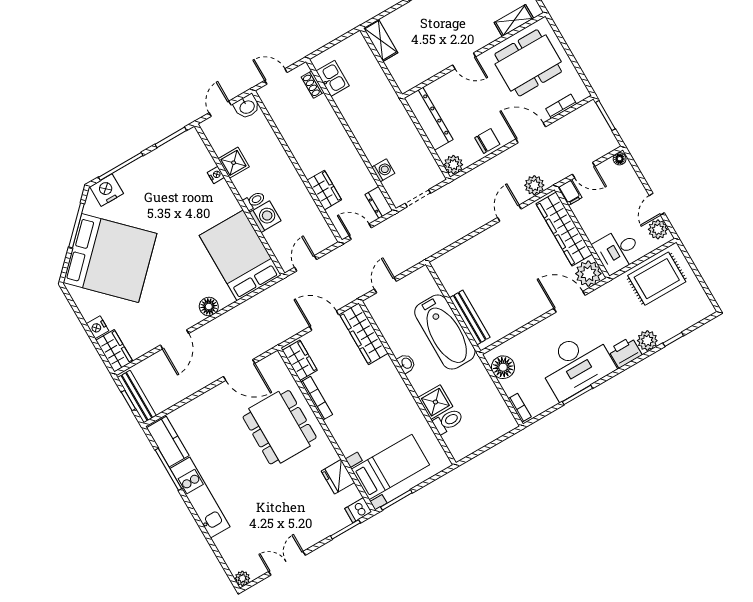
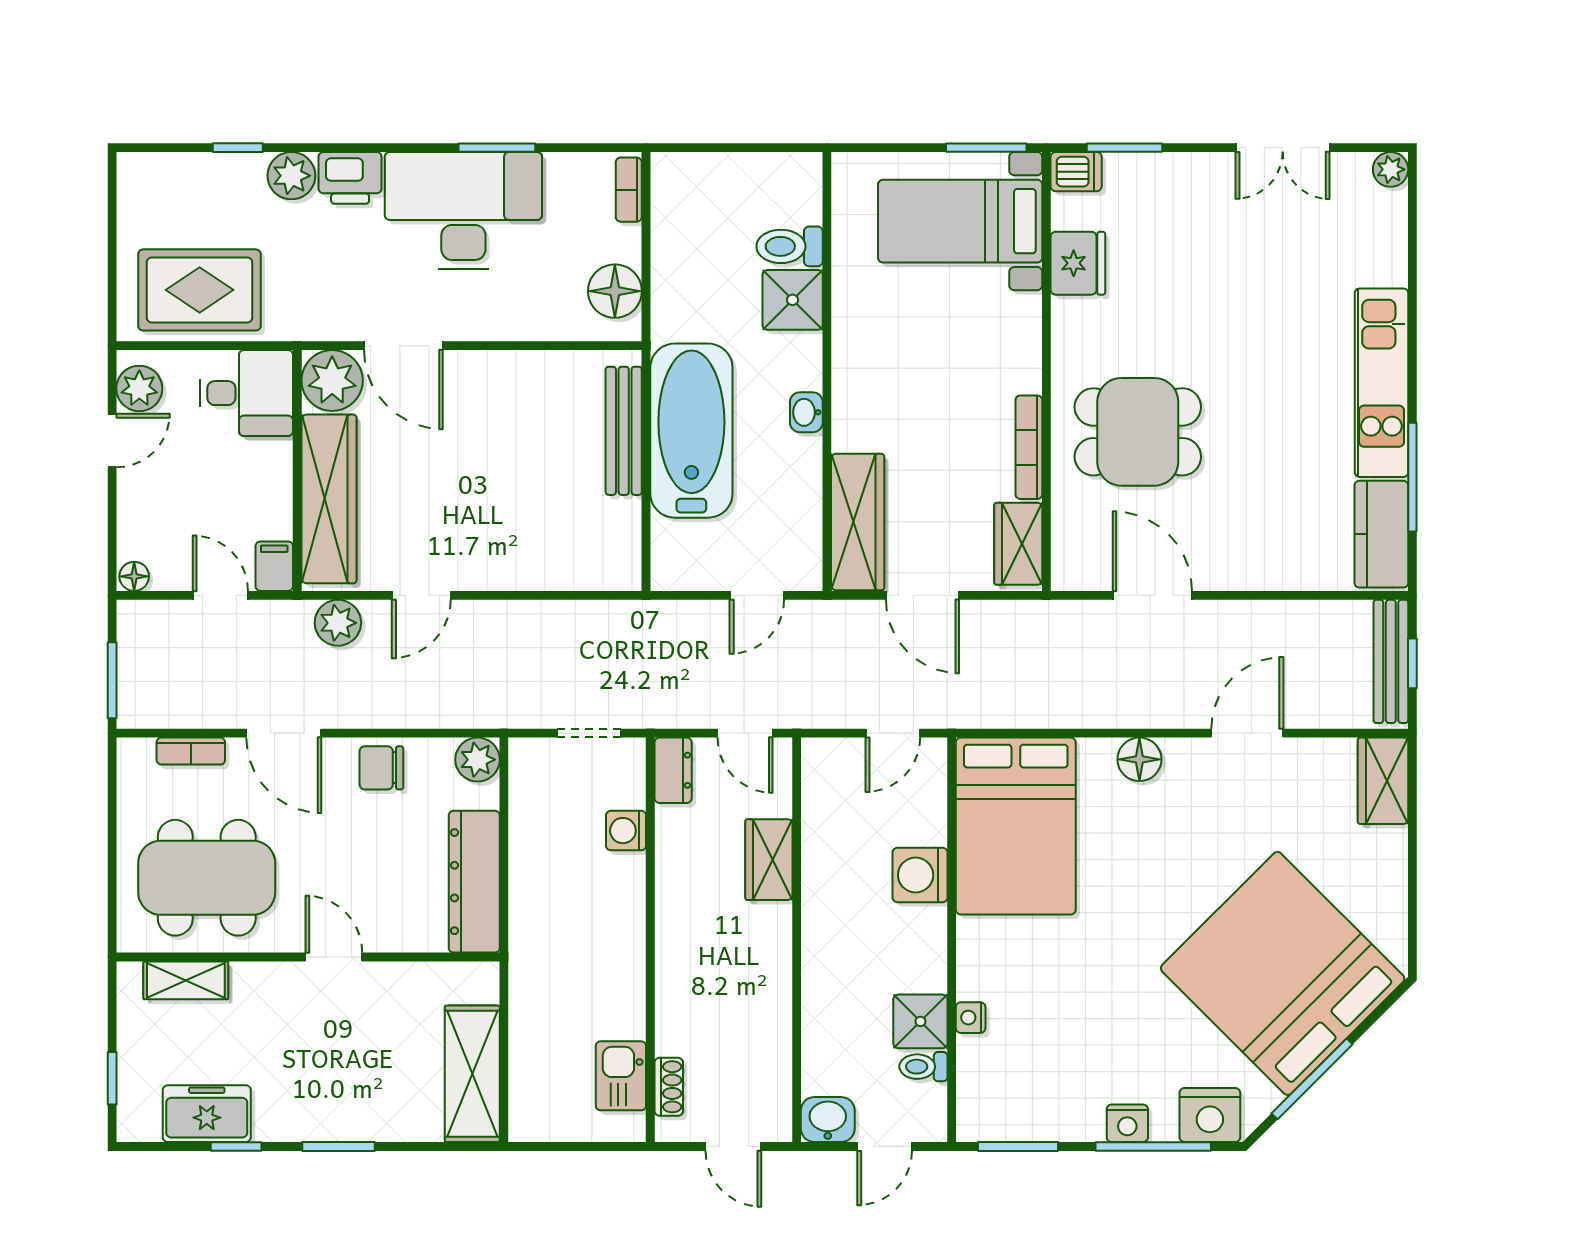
shelving: (381, 40) -> (472, 1074), width x1.50, depth x1.33
toilet: (254, 201) -> (923, 1067), moved
nightstand: (97, 327) -> (1127, 1123), moved, turned 90
dining table: (280, 427) -> (1138, 432), width x0.73

